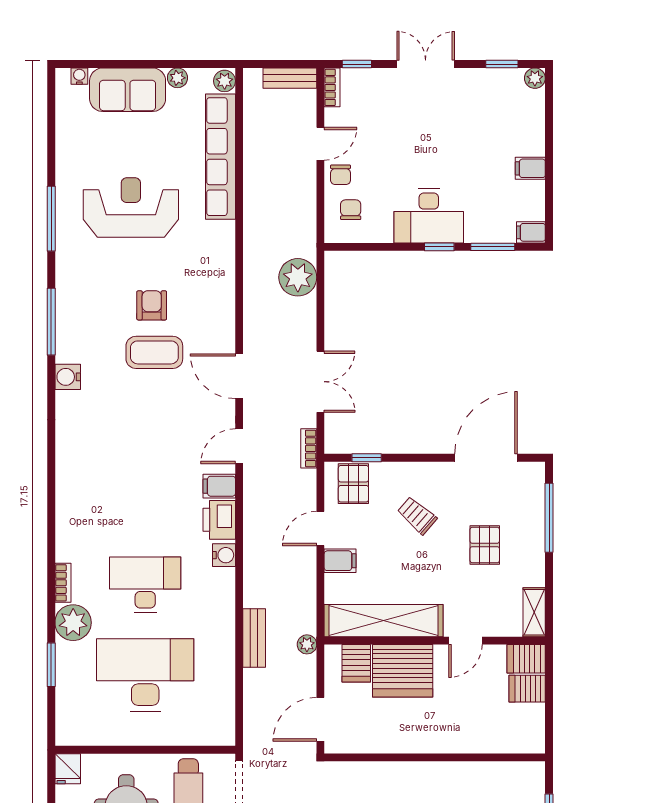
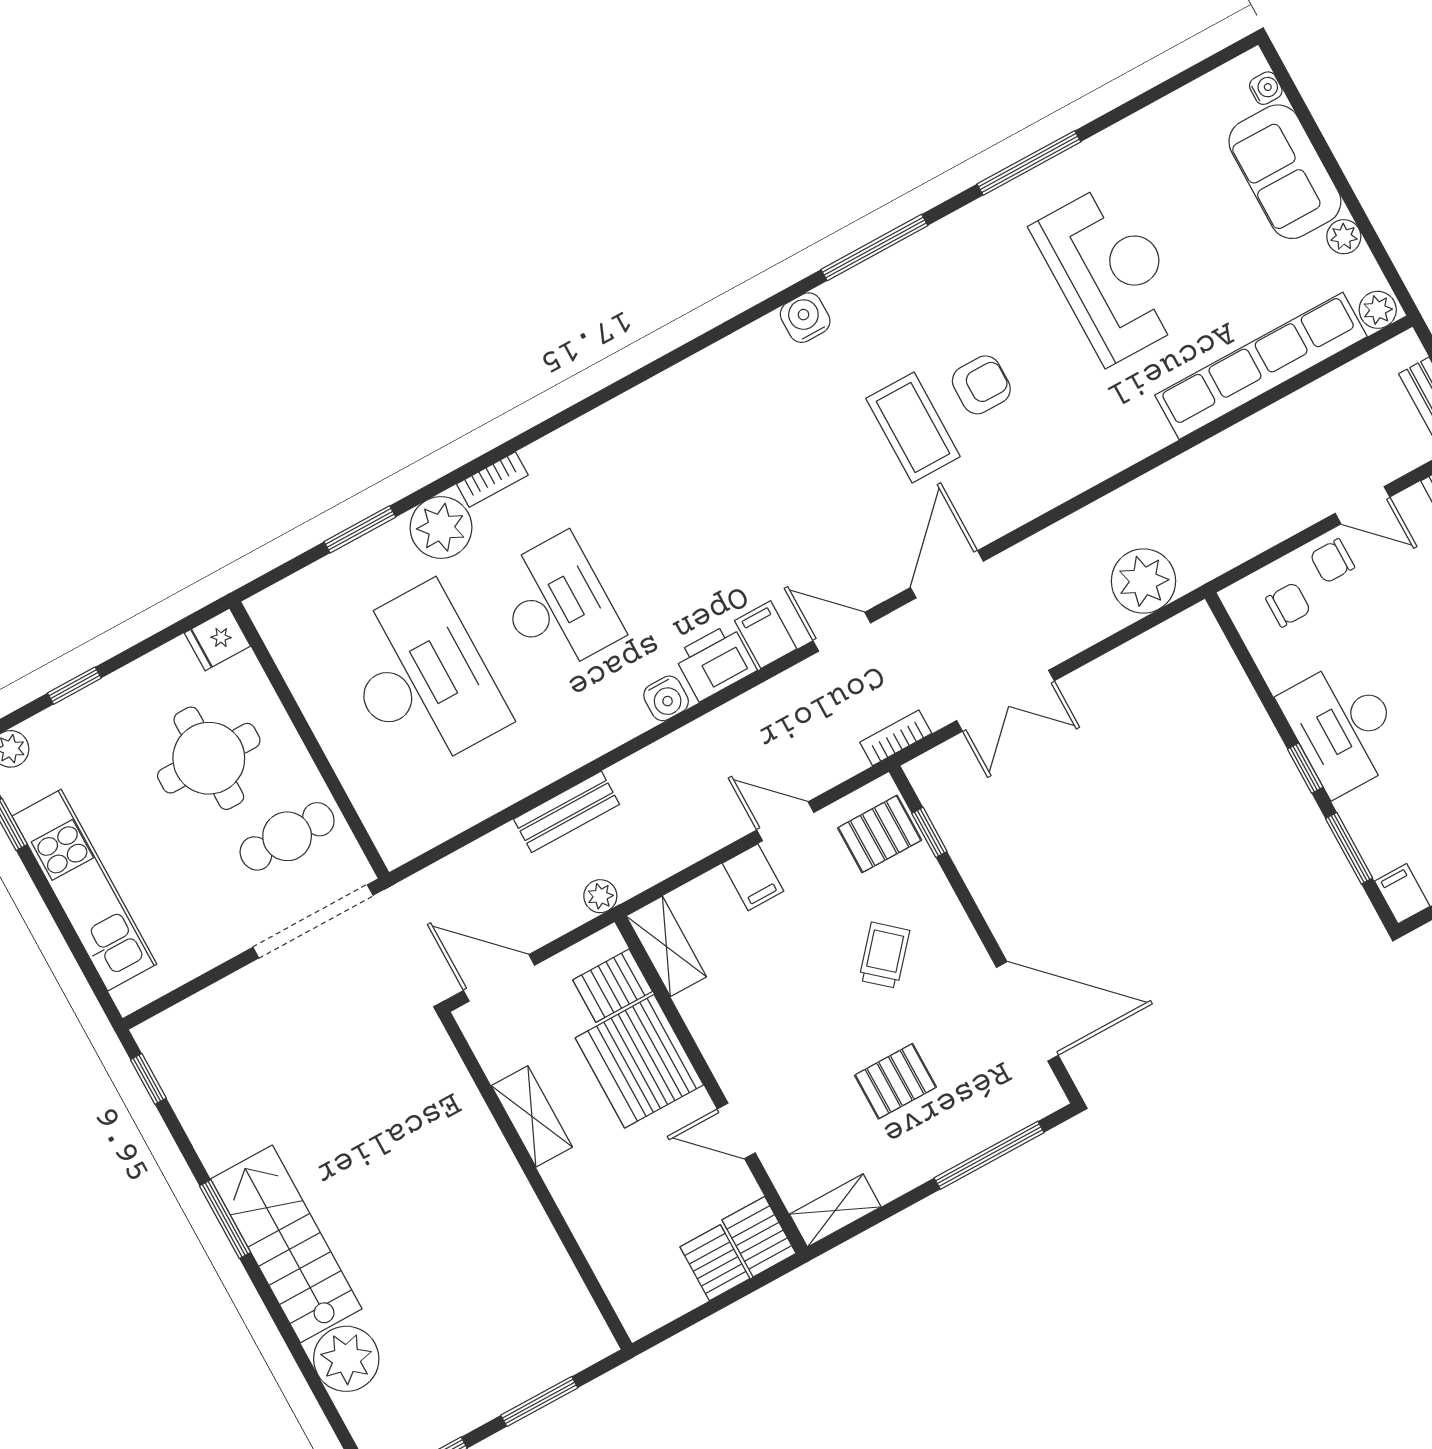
shelving: (384, 621) -> (666, 946), width x0.45, depth x0.75
shelving: (401, 741) -> (532, 1116), added

